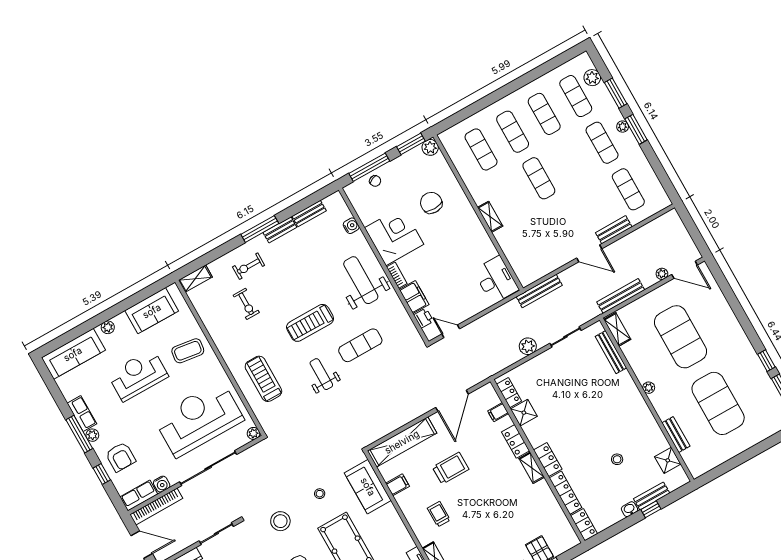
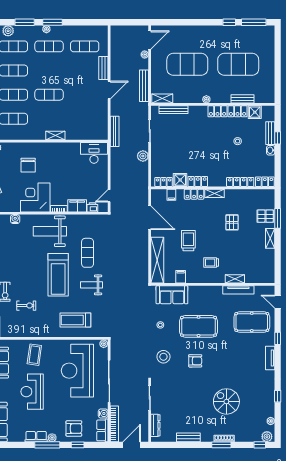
chair: (431, 203) -> (28, 165), turned -90
treadmill: (310, 323) -> (58, 275), width x1.37, depth x1.38
locker: (649, 424) -> (228, 111), added
locker: (548, 460) -> (198, 181), moved
pallet: (507, 512) -> (232, 222), added

